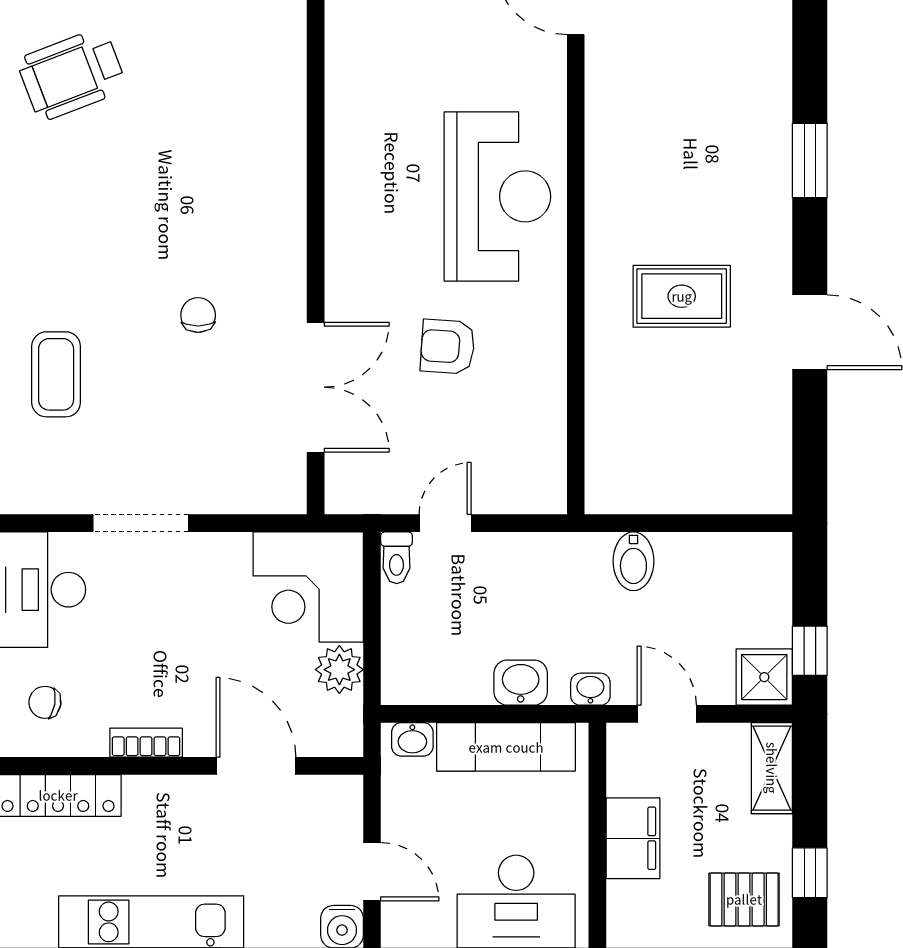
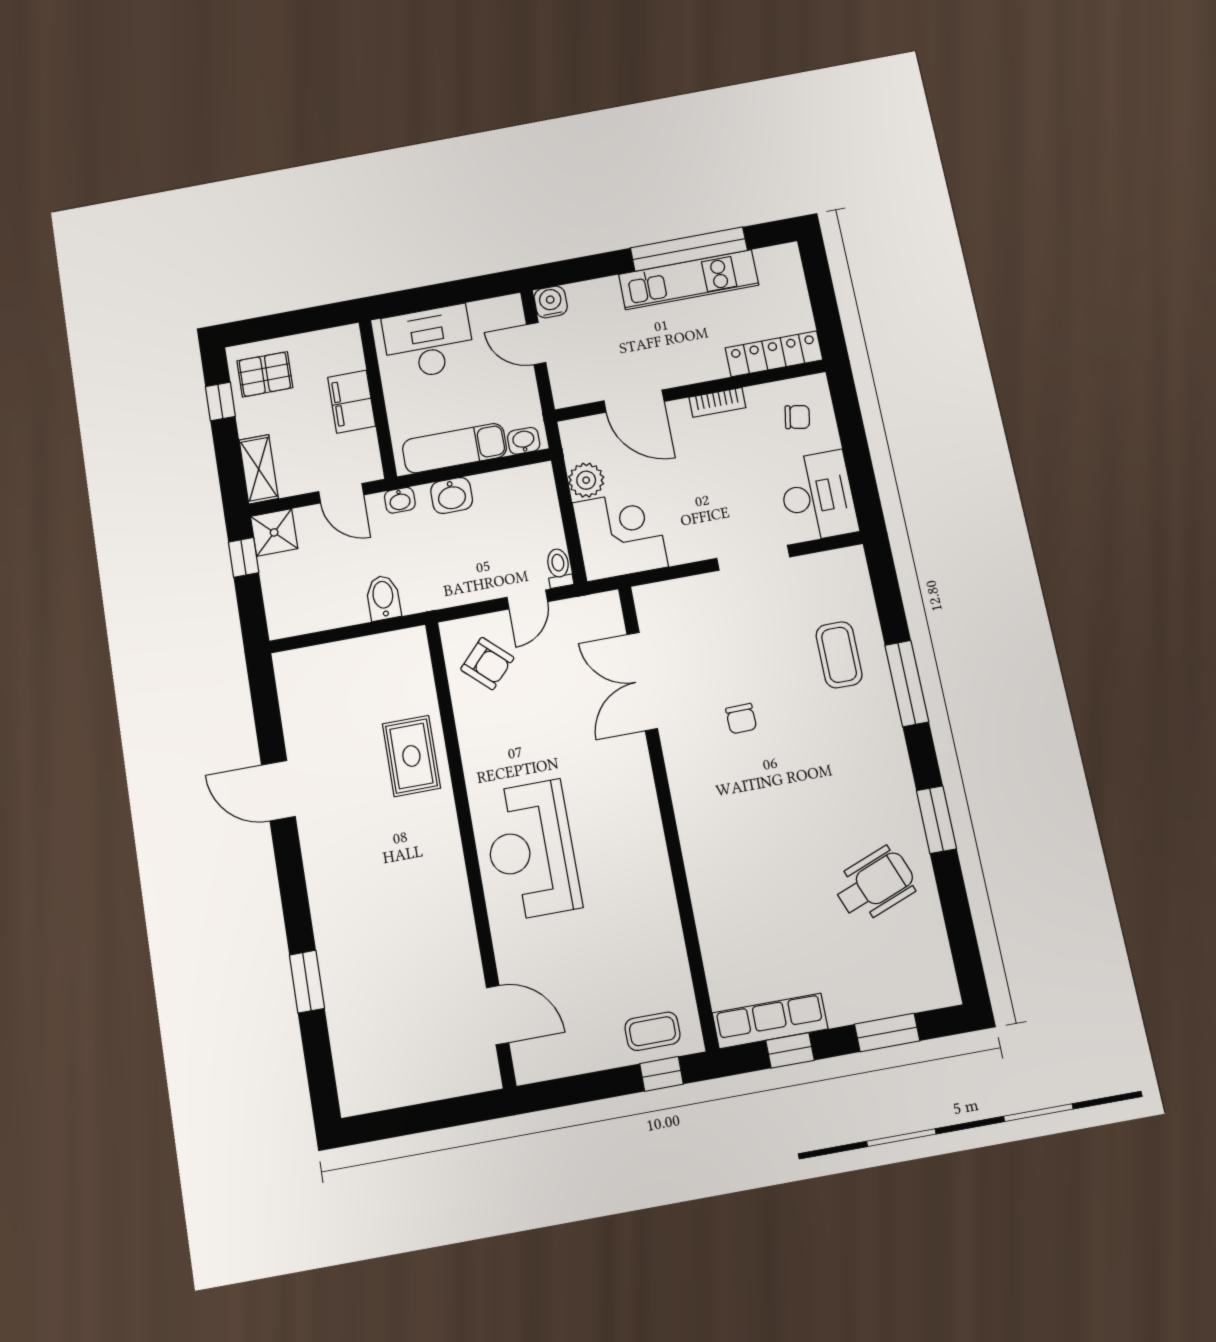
window: (810, 160) -> (307, 982), moved
rug: (682, 296) -> (411, 756), moved, turned 90
armchair: (448, 347) -> (487, 664), moved, turned 39

